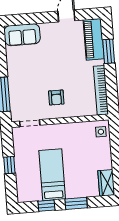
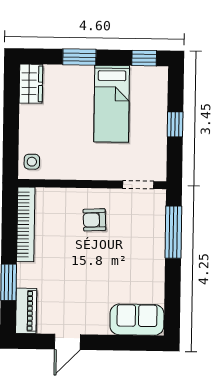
piano: (94, 39) -> (26, 311), width x0.73, depth x0.75
armchair: (56, 98) -> (94, 220), turned -93
window: (46, 206) -> (144, 58), moved

